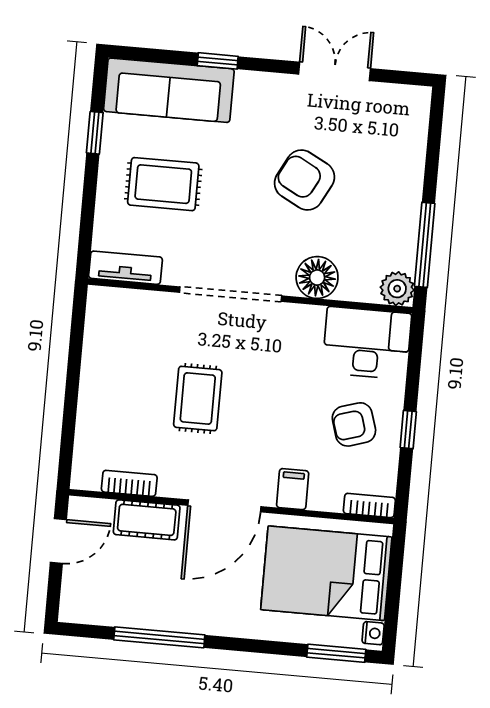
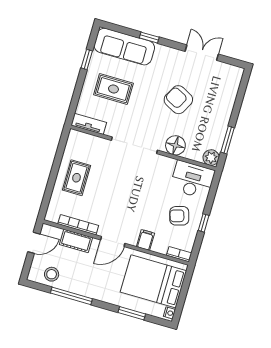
window: (425, 245) -> (228, 140), width x0.69
rug: (198, 399) -> (76, 178), moved
bookcase: (129, 483) -> (78, 225), width x1.56
door: (224, 506) -> (113, 242), width x0.73
stool: (109, 600) -> (52, 274), added
window: (336, 653) -> (132, 313), moved

